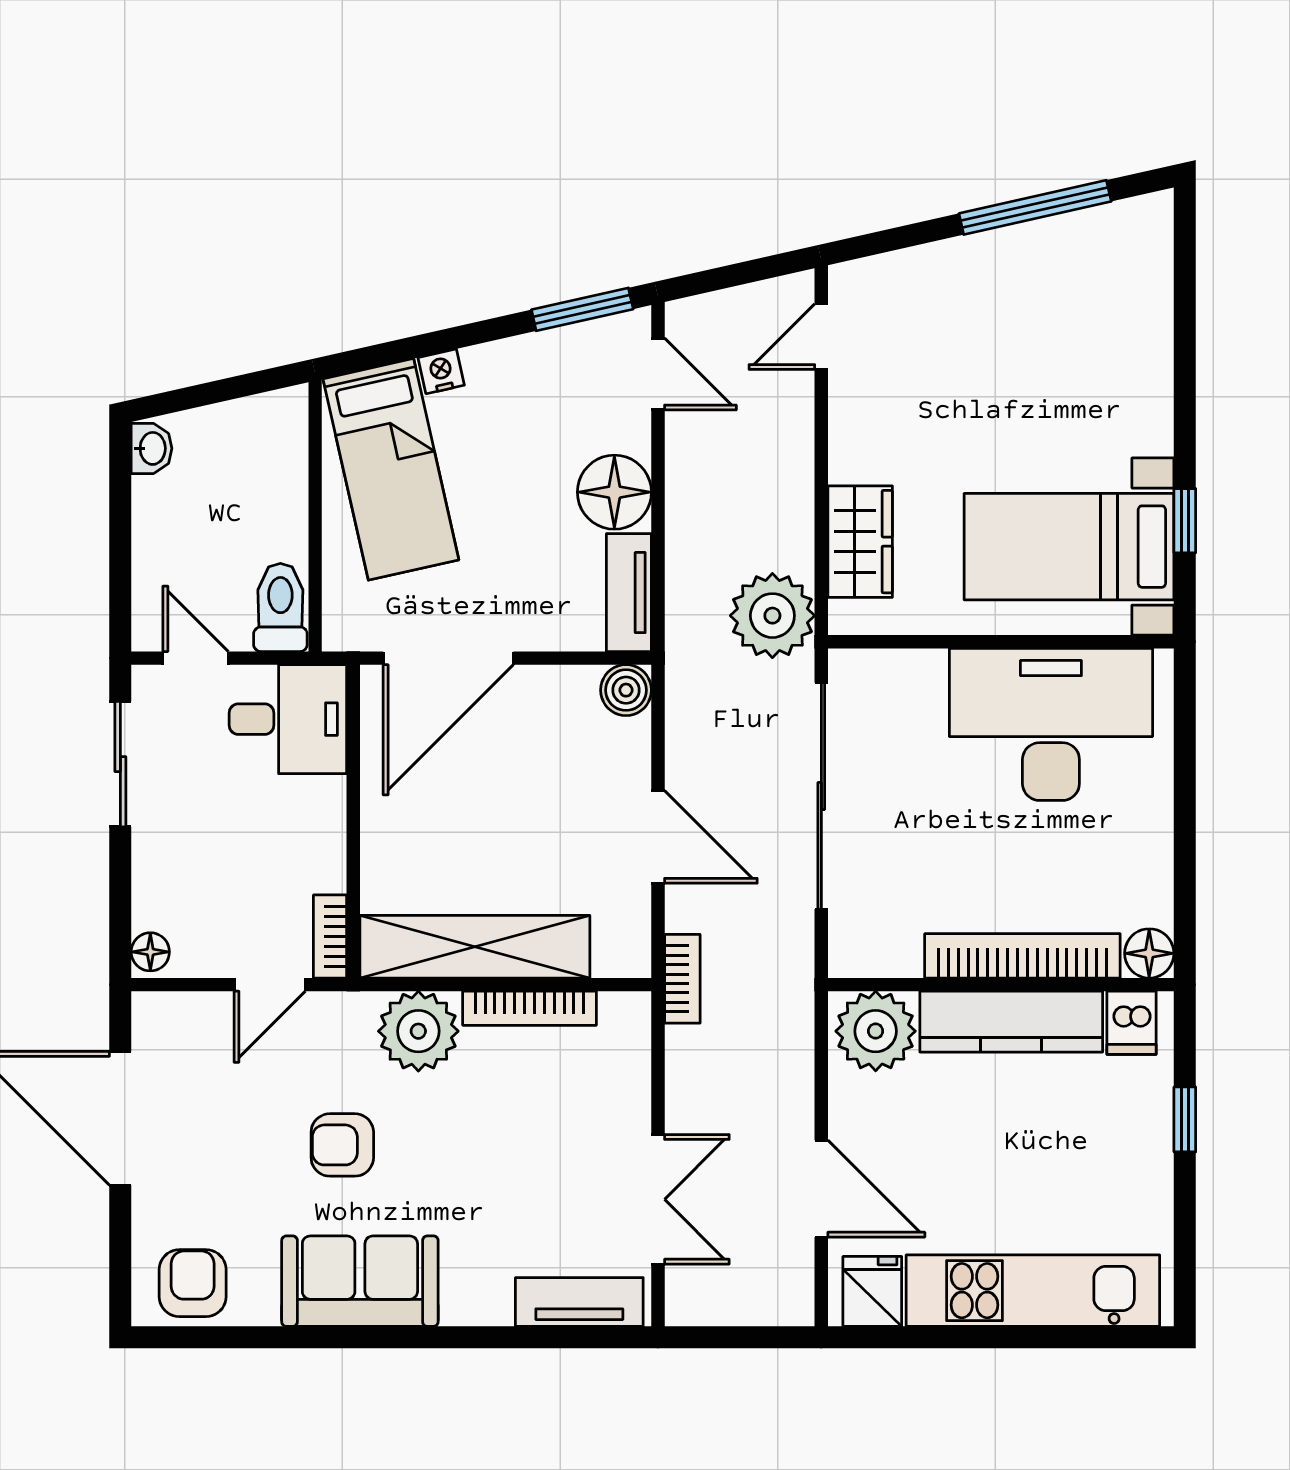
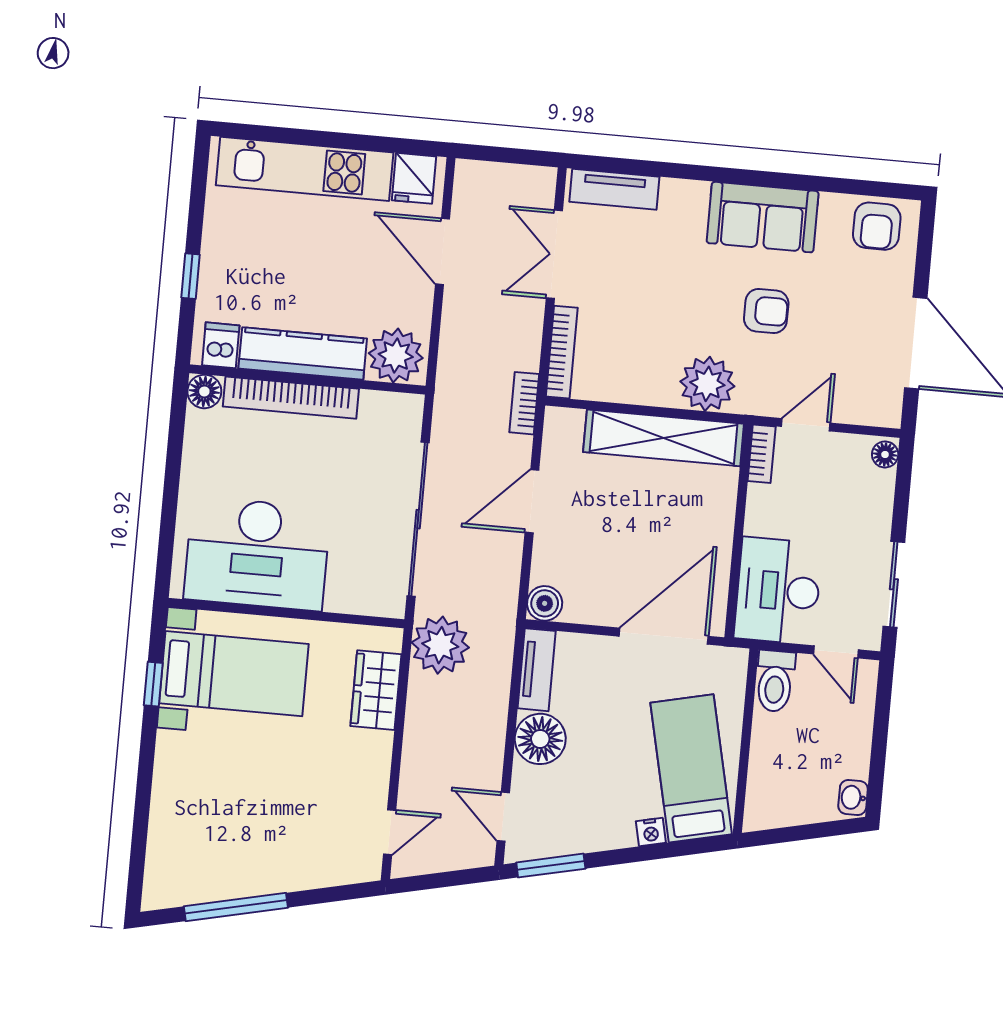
desk: (288, 719) -> (778, 591), width x1.37
door: (658, 837) -> (532, 501), hinge flipped
bookcase: (530, 1008) -> (562, 352), moved, turned 90

